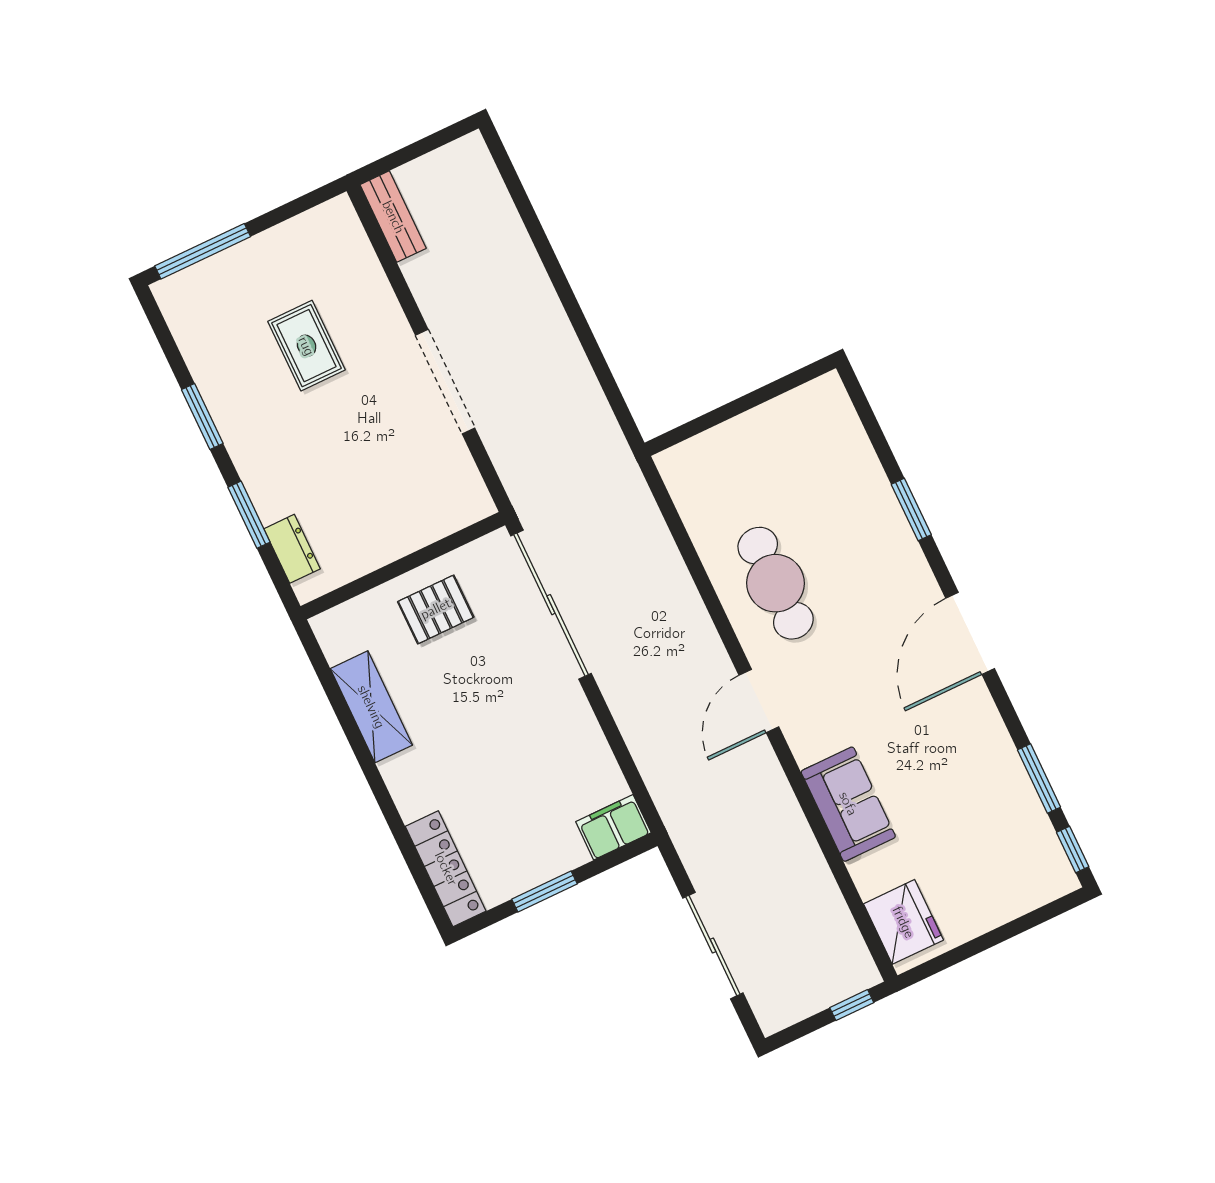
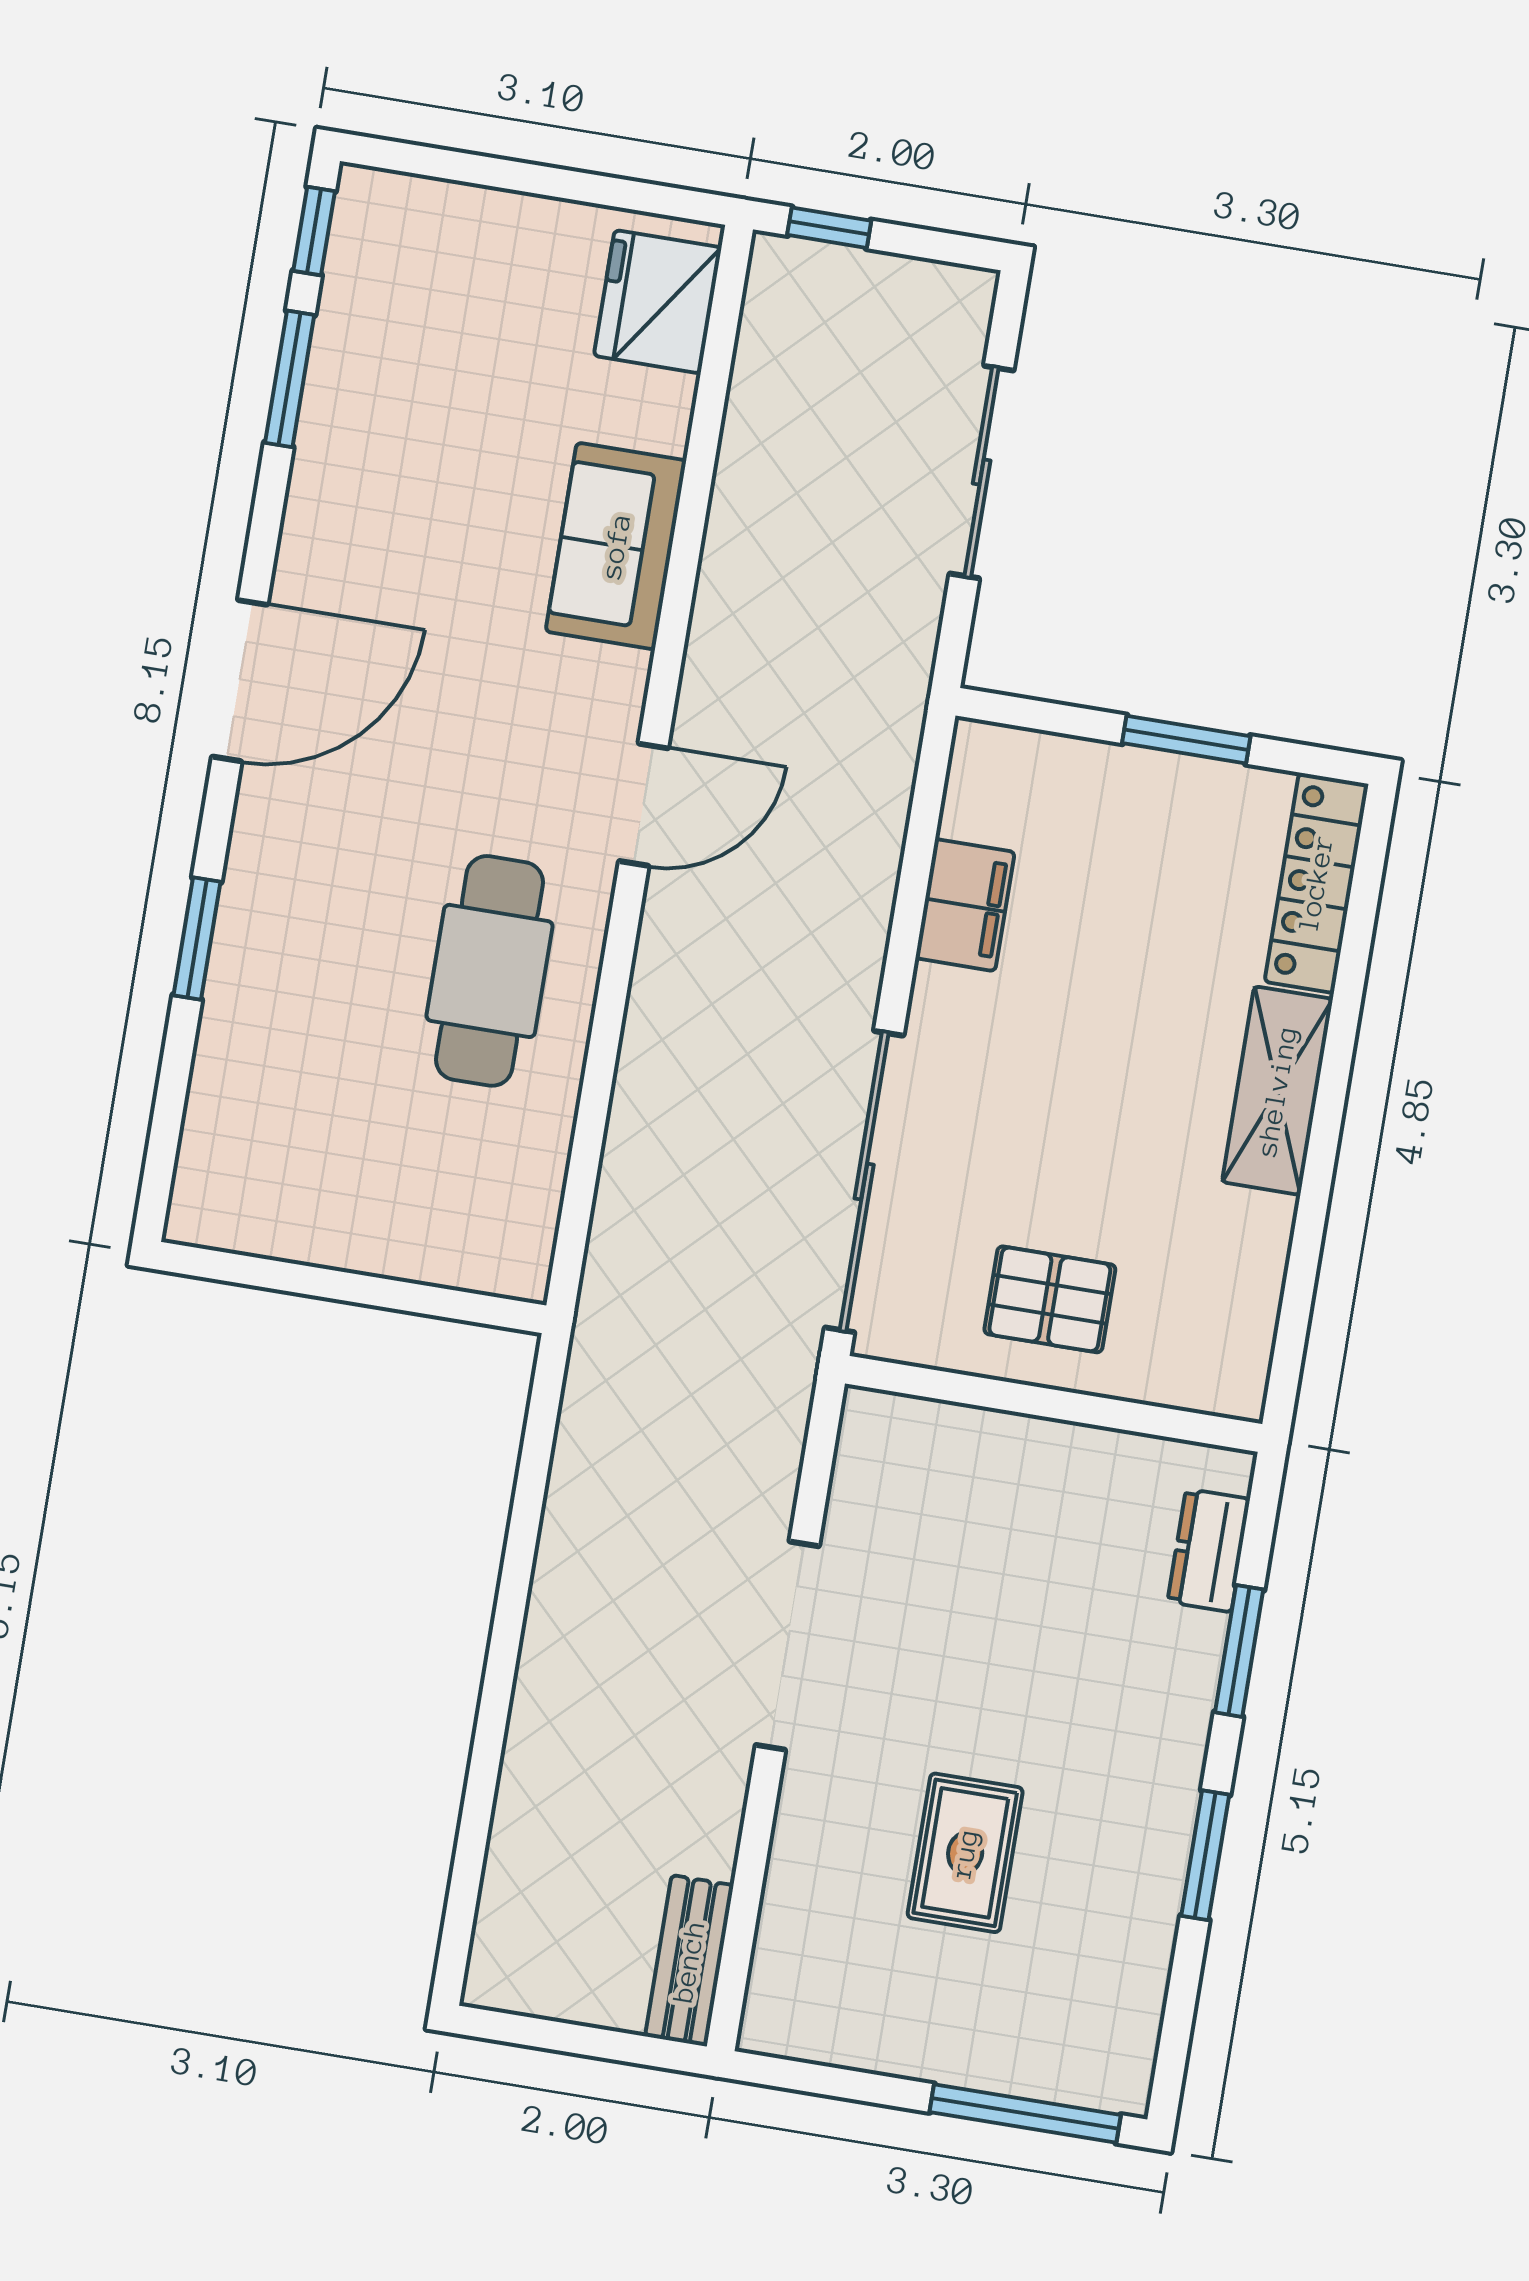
shelving: (371, 707) -> (1277, 1091), moved
filing cabinet: (613, 827) -> (965, 905), moved, turned -90

